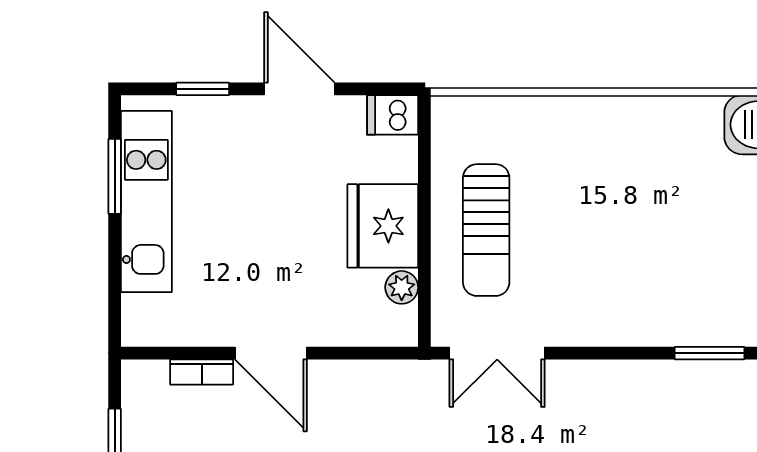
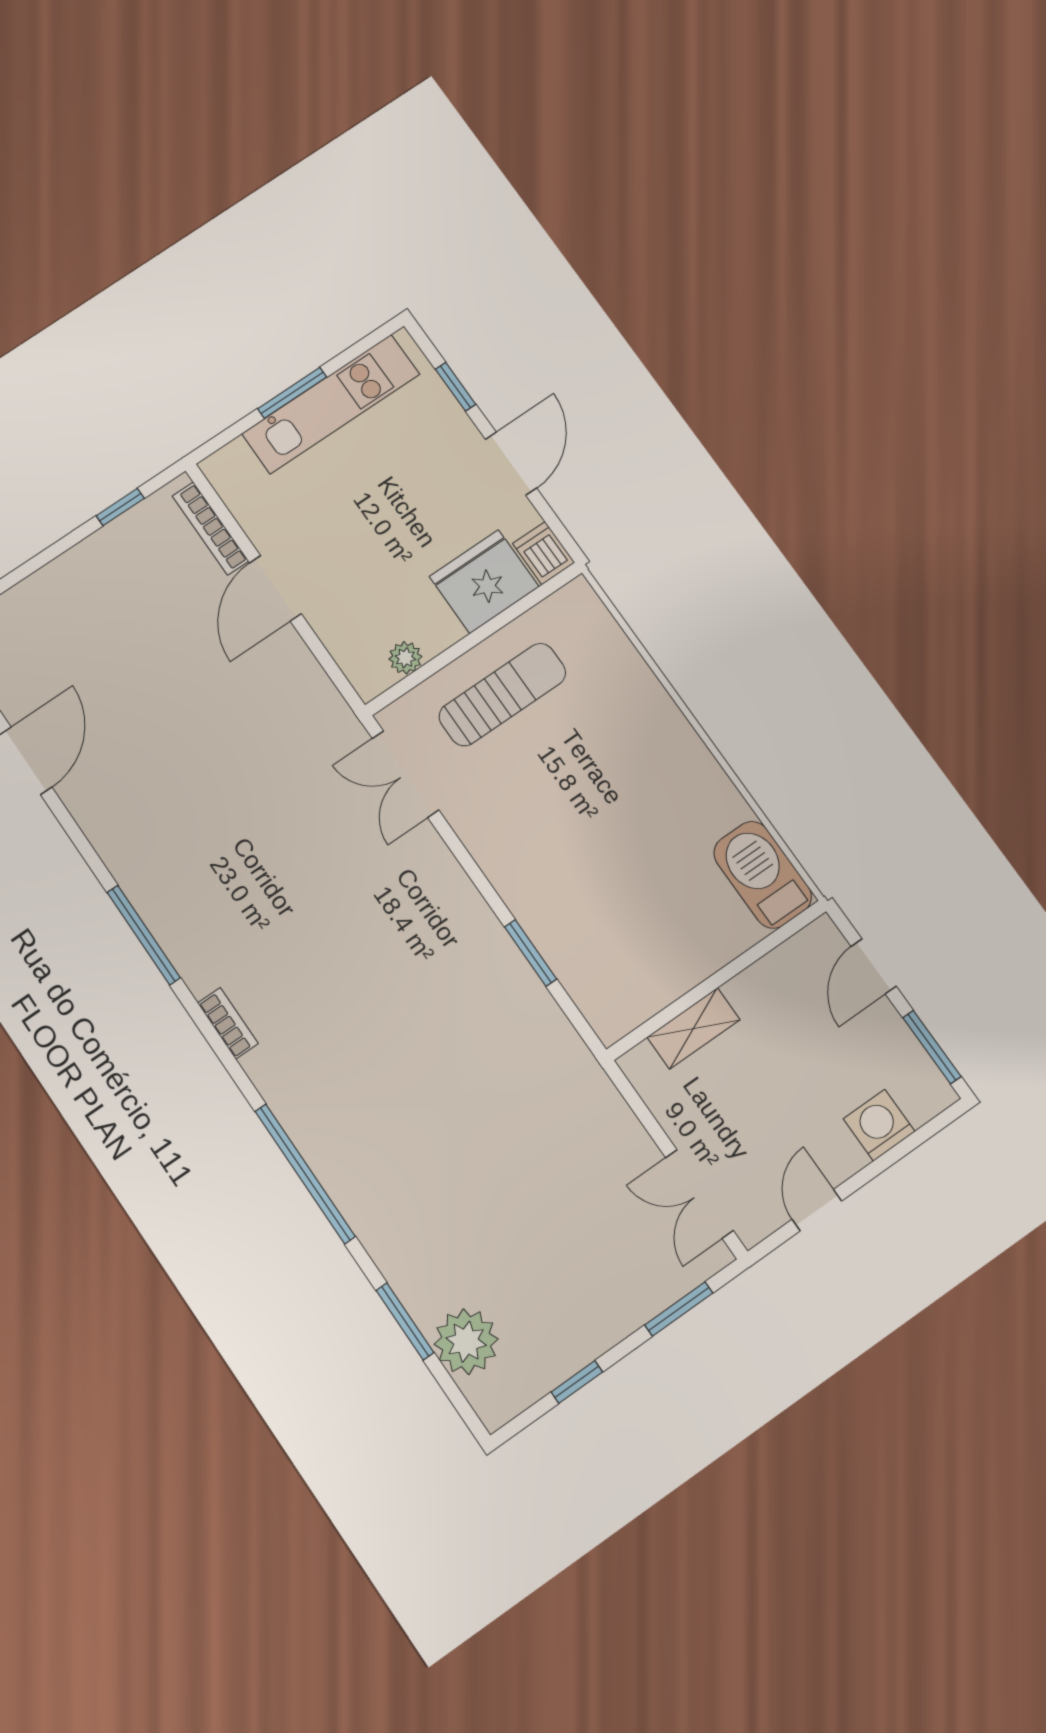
window: (115, 176) -> (292, 393), moved
fridge: (383, 226) -> (484, 582), moved
sun lounger: (486, 230) -> (502, 695), turned 180
bookcase: (202, 372) -> (210, 529), width x1.56

